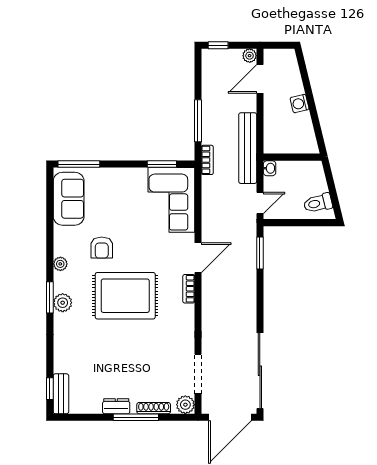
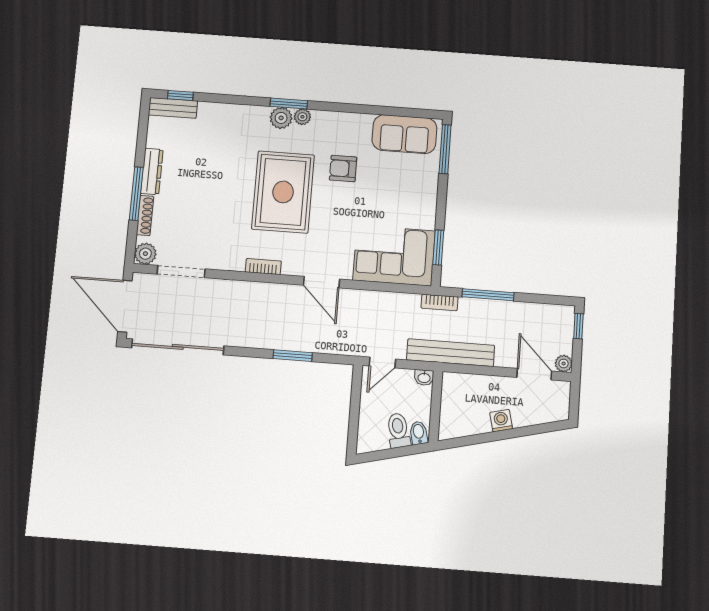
bidet: (314, 169) -> (419, 433), added
door: (260, 203) -> (382, 363), hinge flipped
toilet: (318, 203) -> (398, 430), moved
window: (260, 253) -> (293, 356), moved
plant: (60, 264) -> (302, 117), moved
bookcase: (189, 289) -> (263, 267), moved
dresser: (116, 406) -> (152, 171), width x1.44

